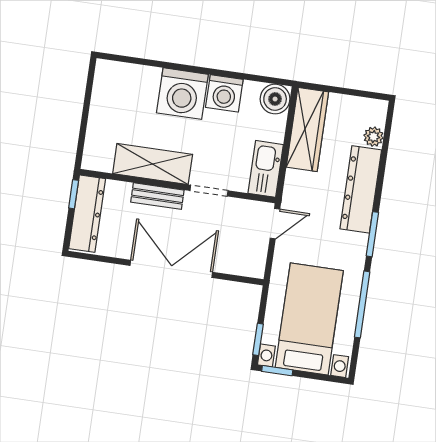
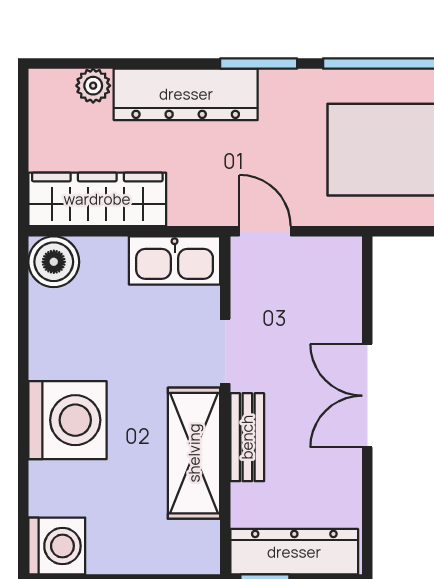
washing machine: (224, 93) -> (57, 546), moved
double door: (171, 269) -> (367, 396), width x0.73

